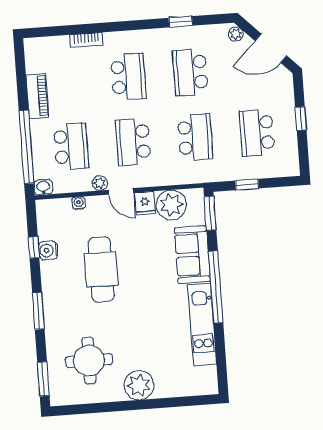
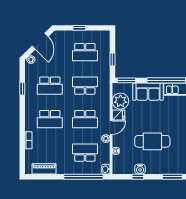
school desk: (128, 77) -> (50, 119), turned 180
piano: (37, 96) -> (44, 169), moved

